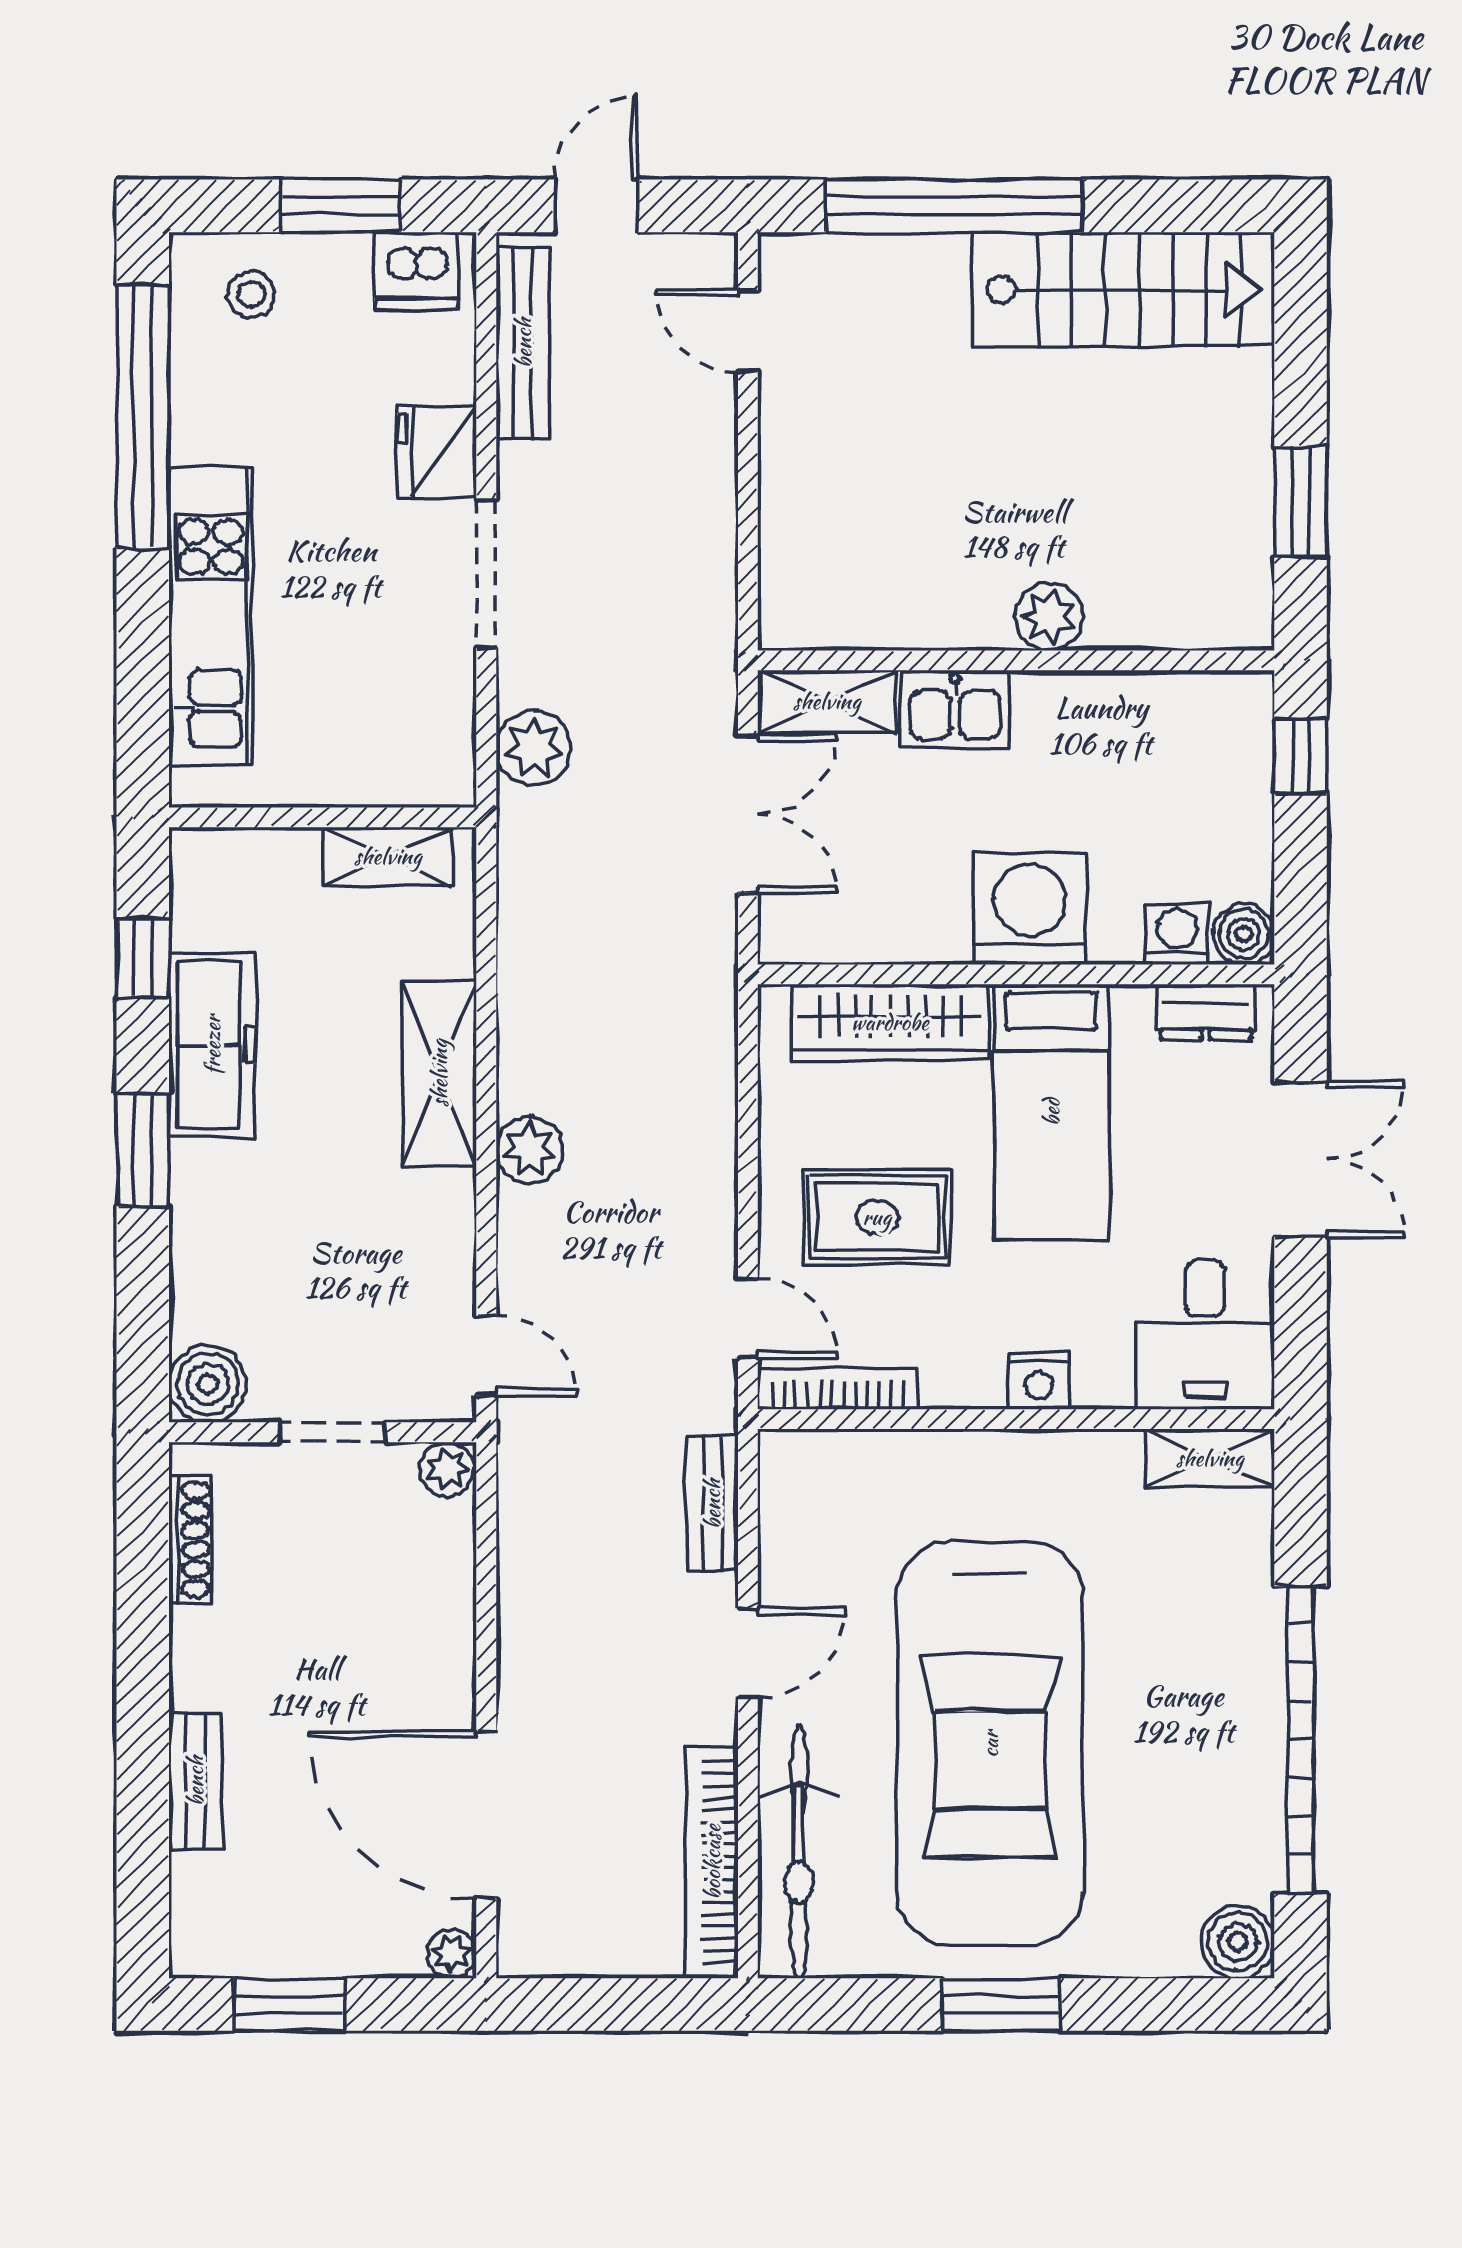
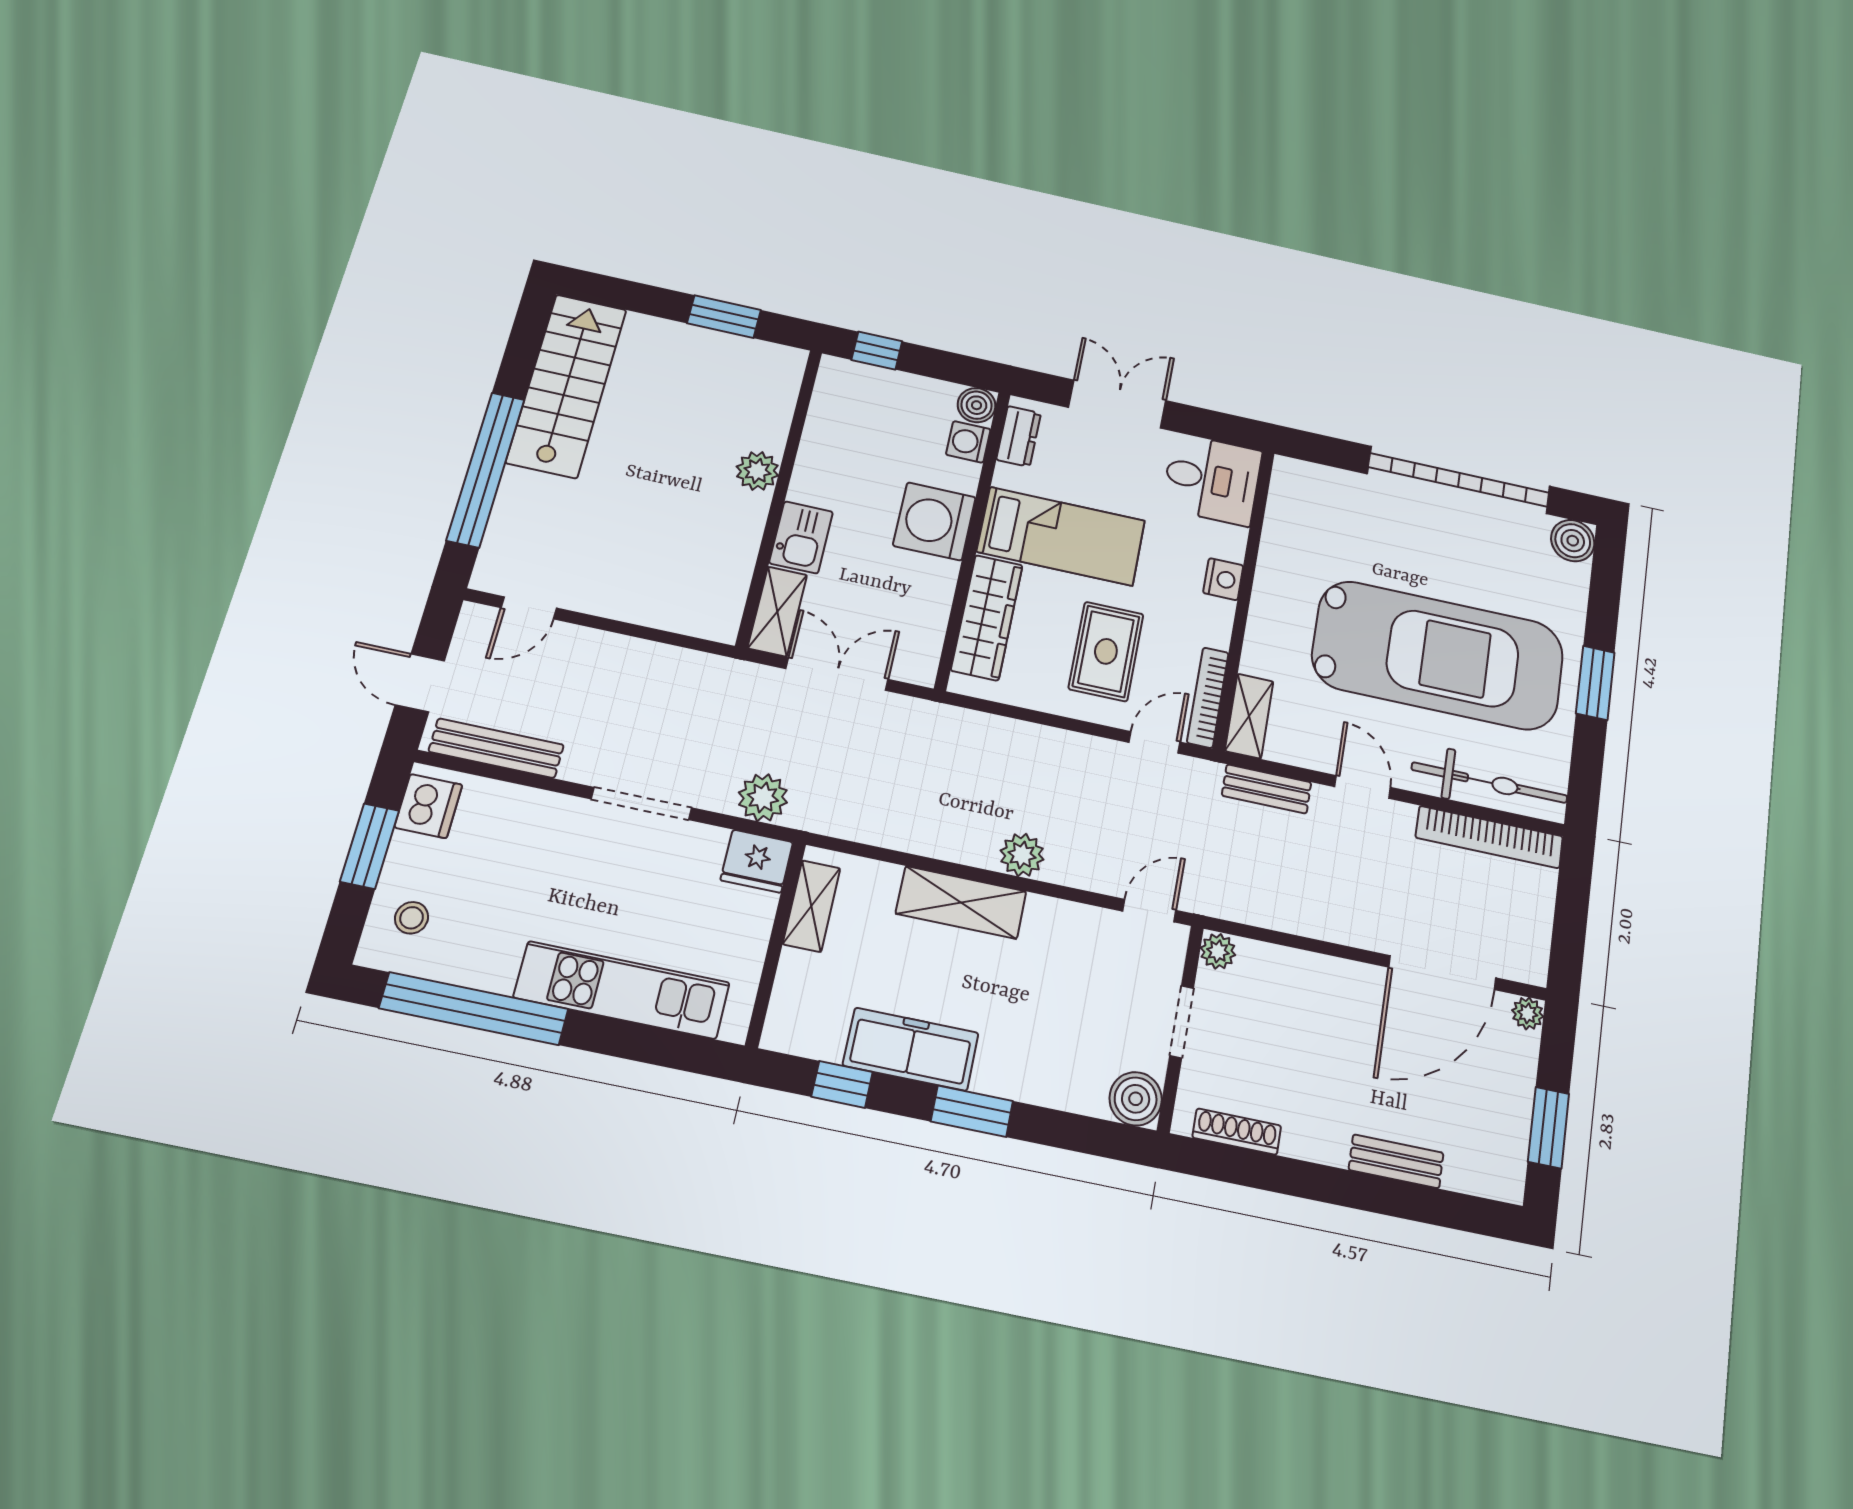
fridge: (437, 452) -> (757, 861), moved
shelving: (1210, 1458) -> (1249, 716), moved

